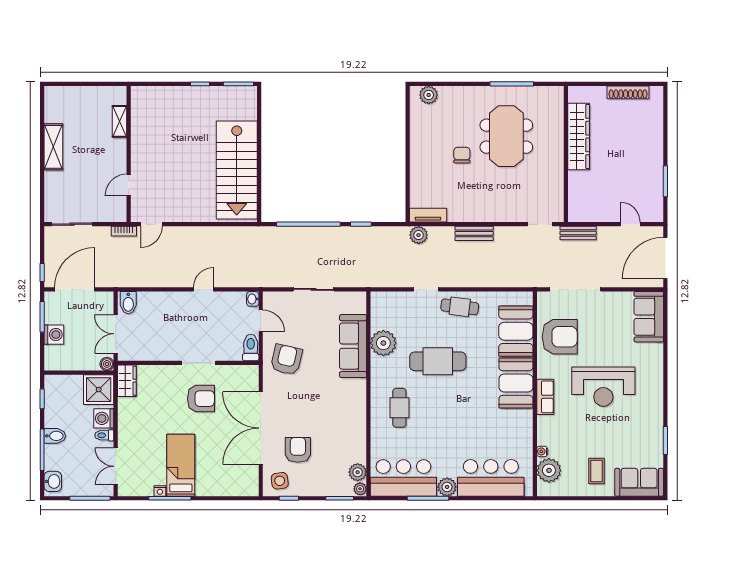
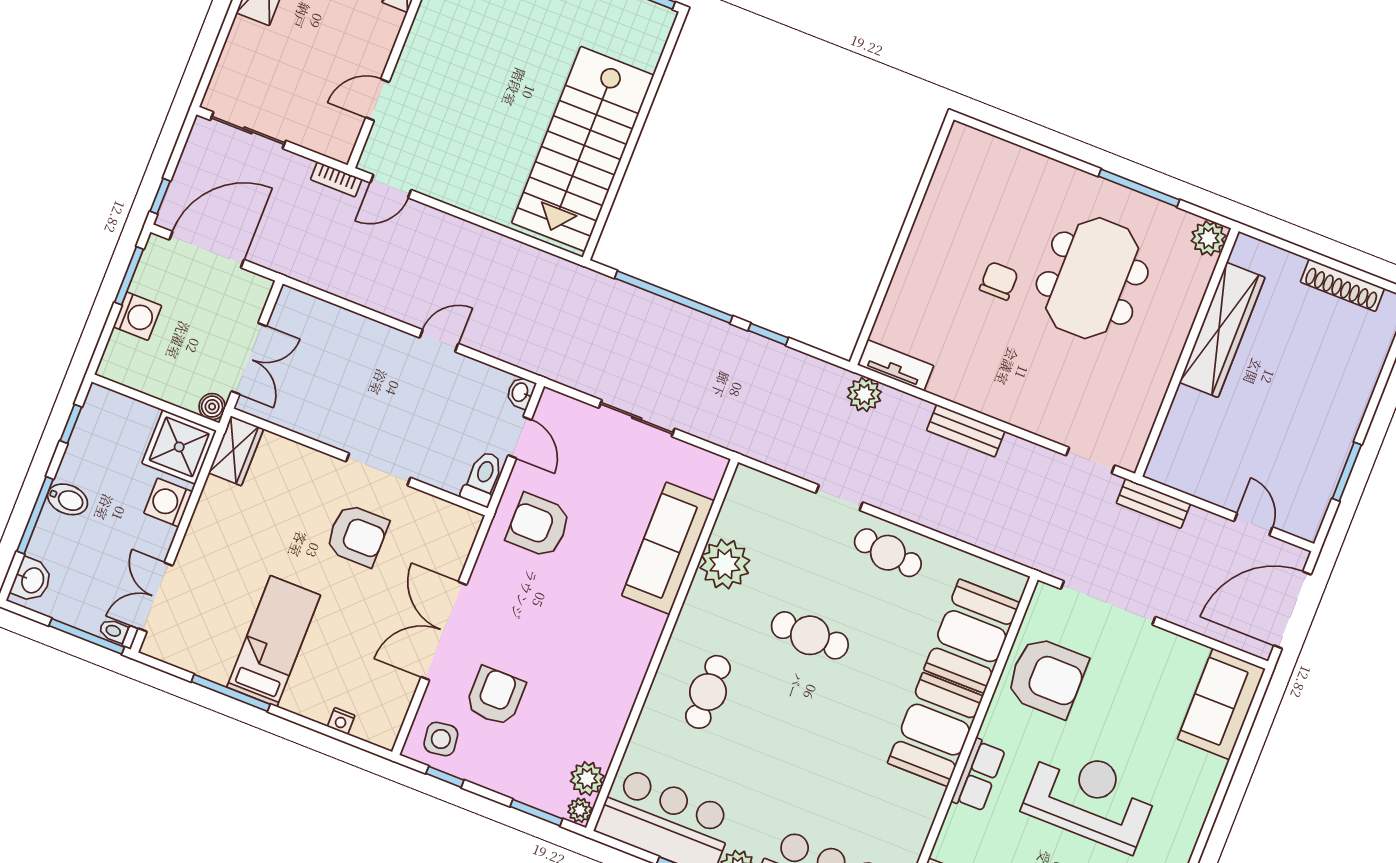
plant: (429, 95) -> (1209, 238), moved
bidet: (128, 303) -> (294, 311), removed
double door: (116, 334) -> (249, 359), swing flipped
armchair: (286, 360) -> (538, 526), turned -103
cafe table: (438, 361) -> (810, 635), width x0.73, depth x0.74
reception desk: (603, 387) -> (1090, 798), turned 180
double door: (261, 428) -> (444, 631), width x0.73
toilet: (104, 435) -> (118, 633), moved
nightstand: (160, 491) -> (341, 721), moved

